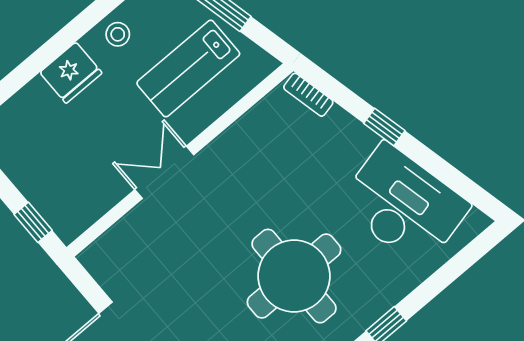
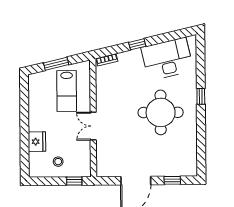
stool: (118, 34) -> (58, 162), moved
fridge: (71, 73) -> (37, 142), moved

